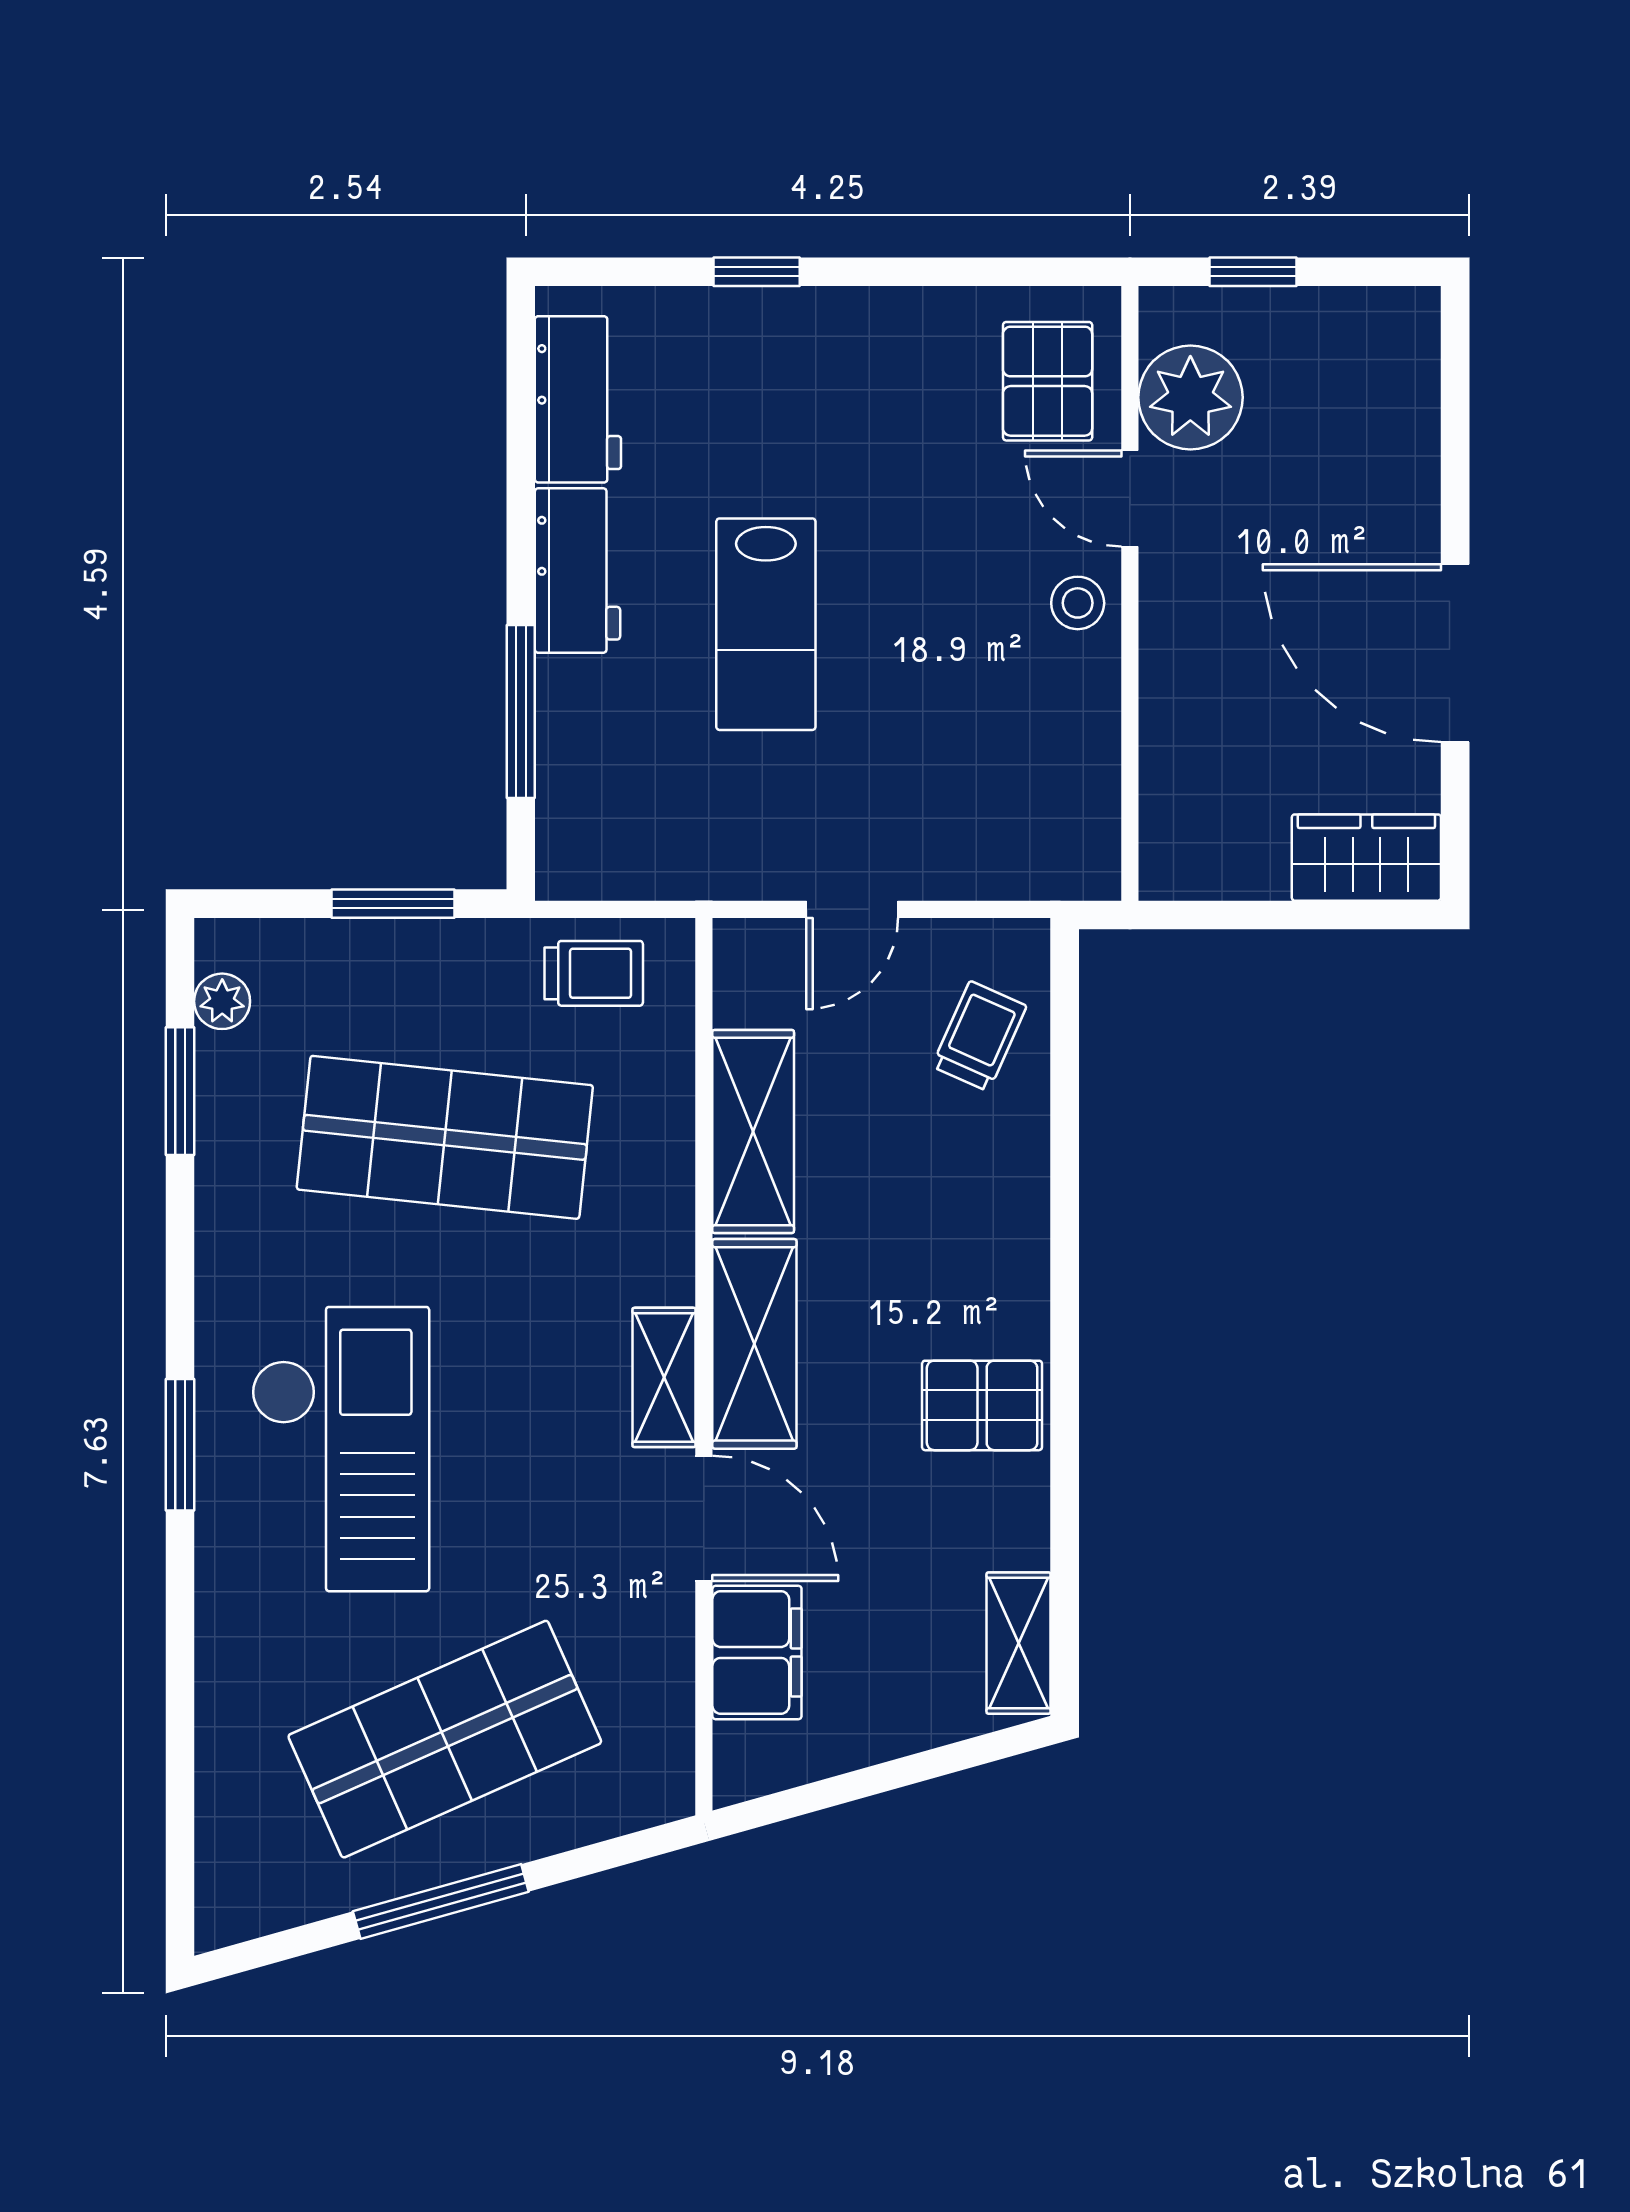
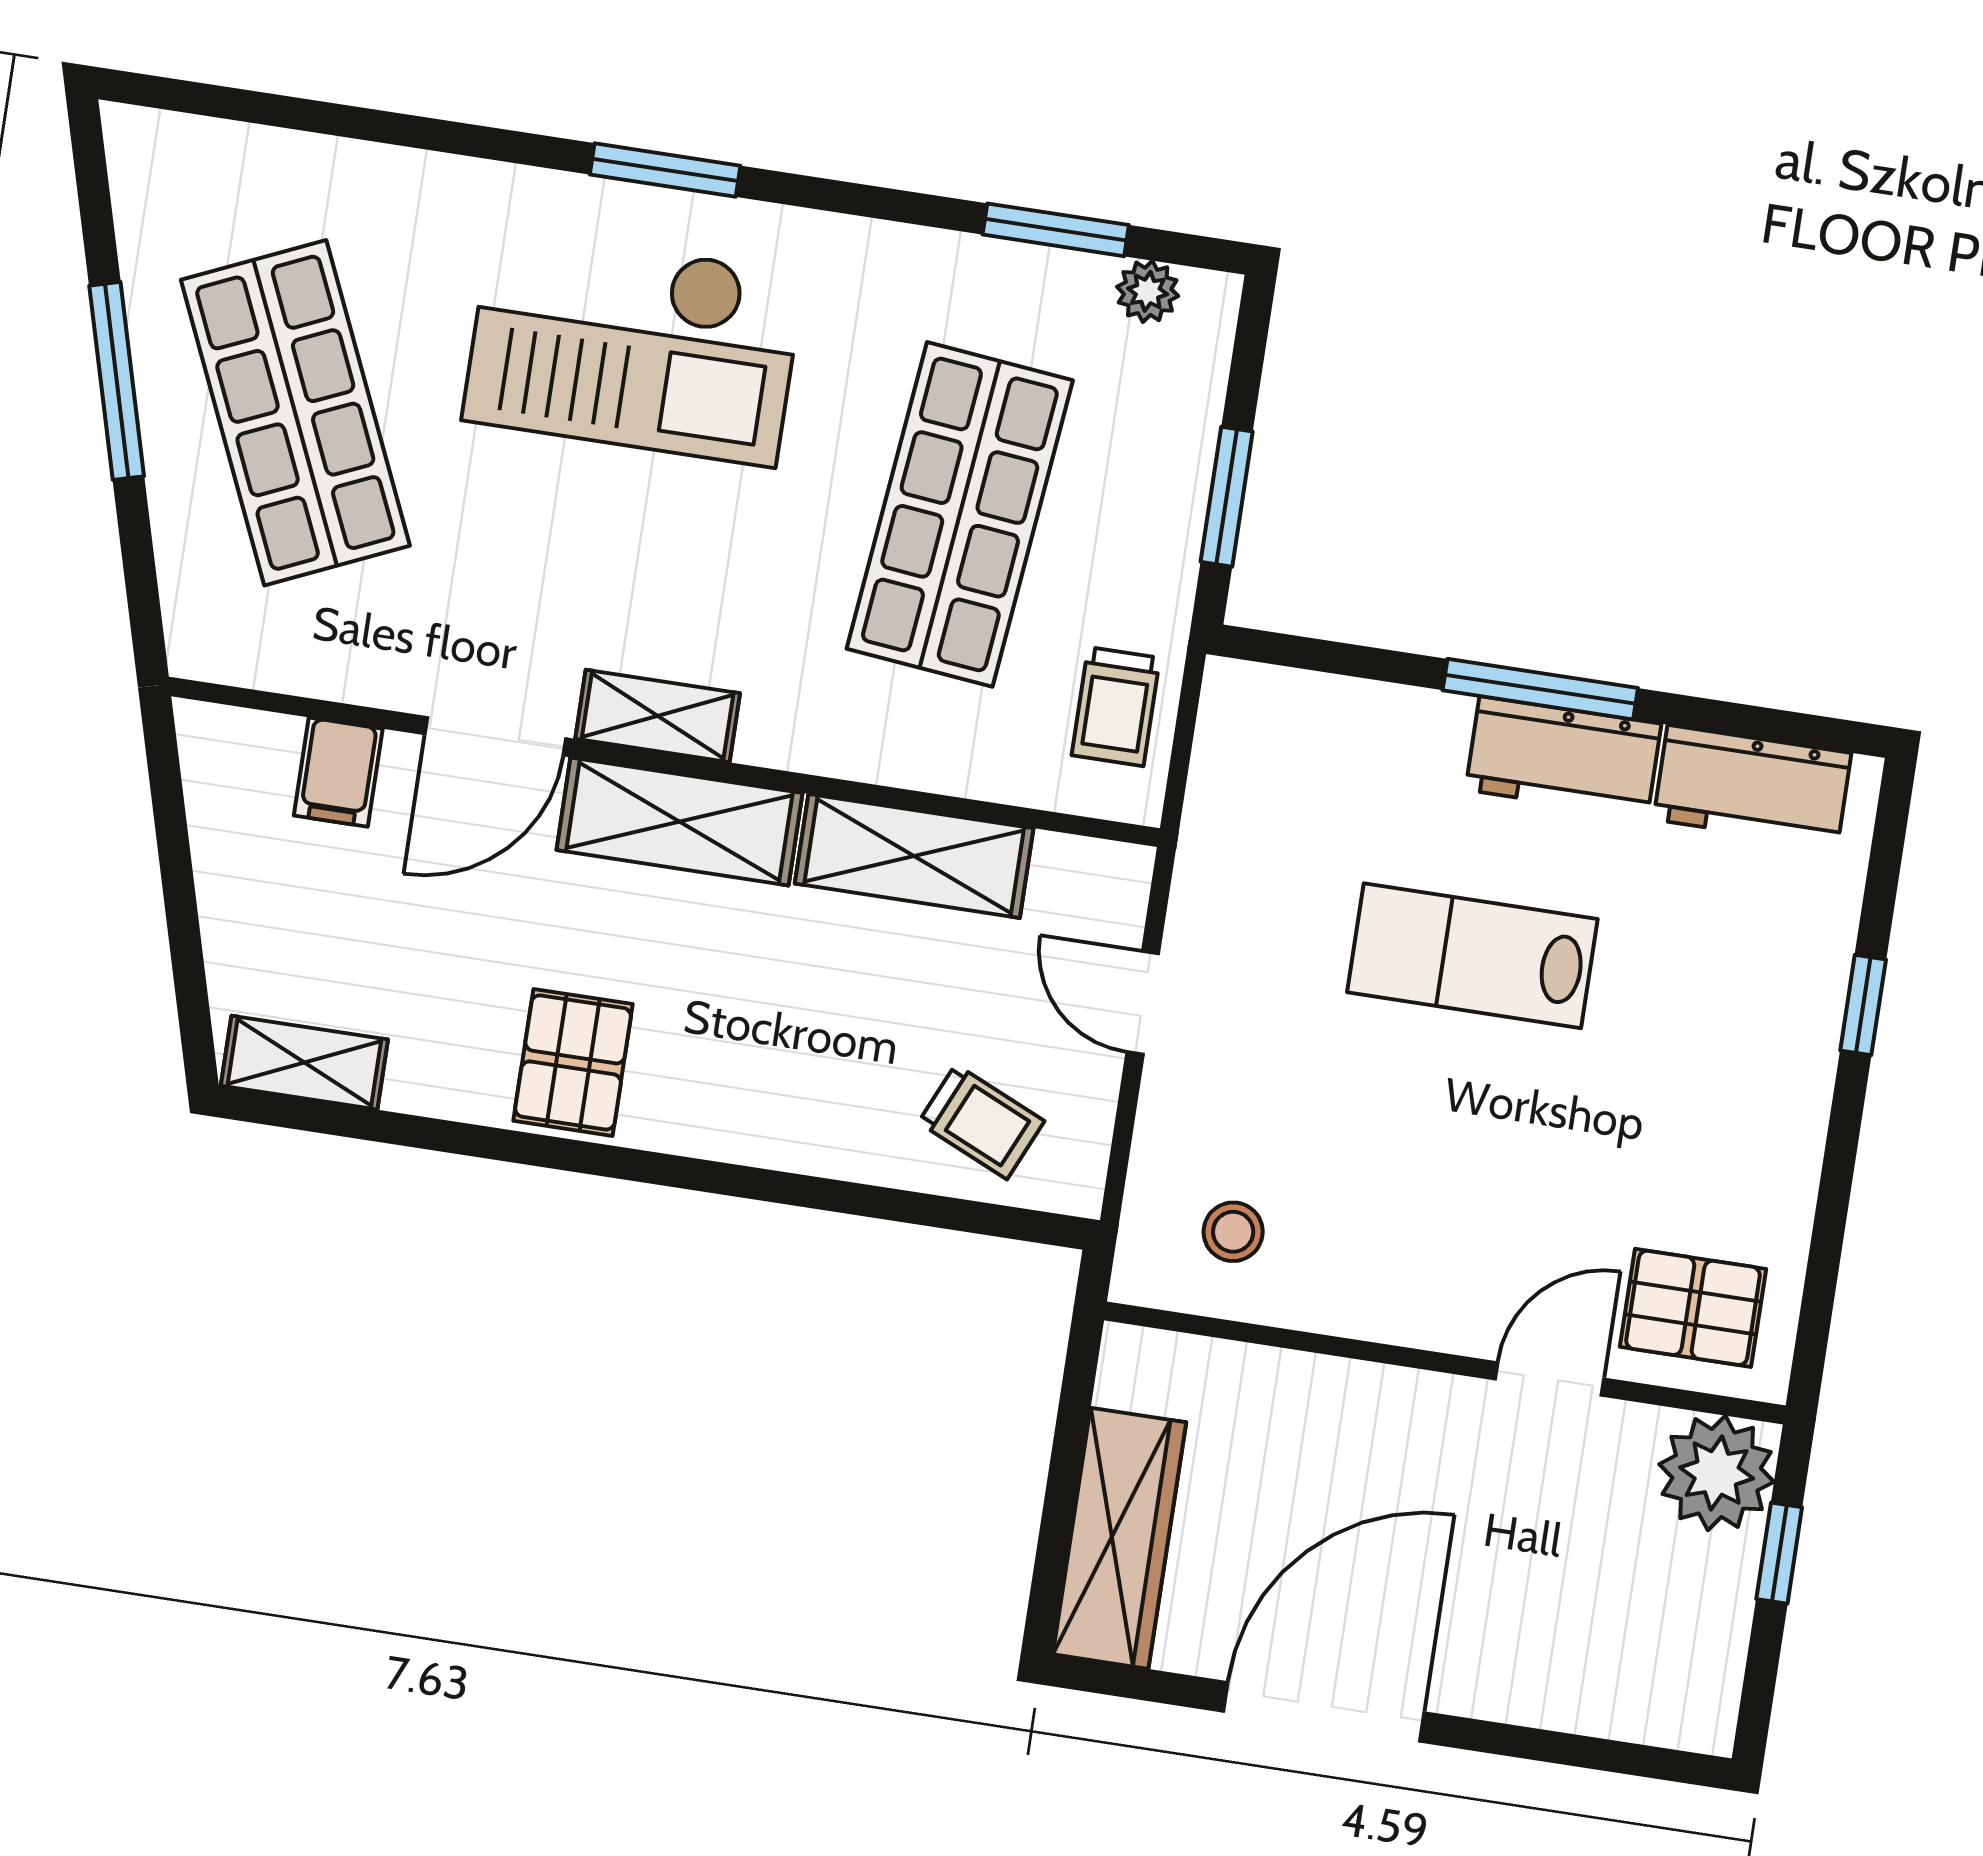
plant: (1190, 397) -> (1717, 1473), moved
stool: (1078, 603) -> (1233, 1232), moved
window: (521, 712) -> (1540, 689), moved
wardrobe: (1366, 858) -> (1119, 1538), width x1.50
filing cabinet: (757, 1652) -> (338, 772), width x0.50

